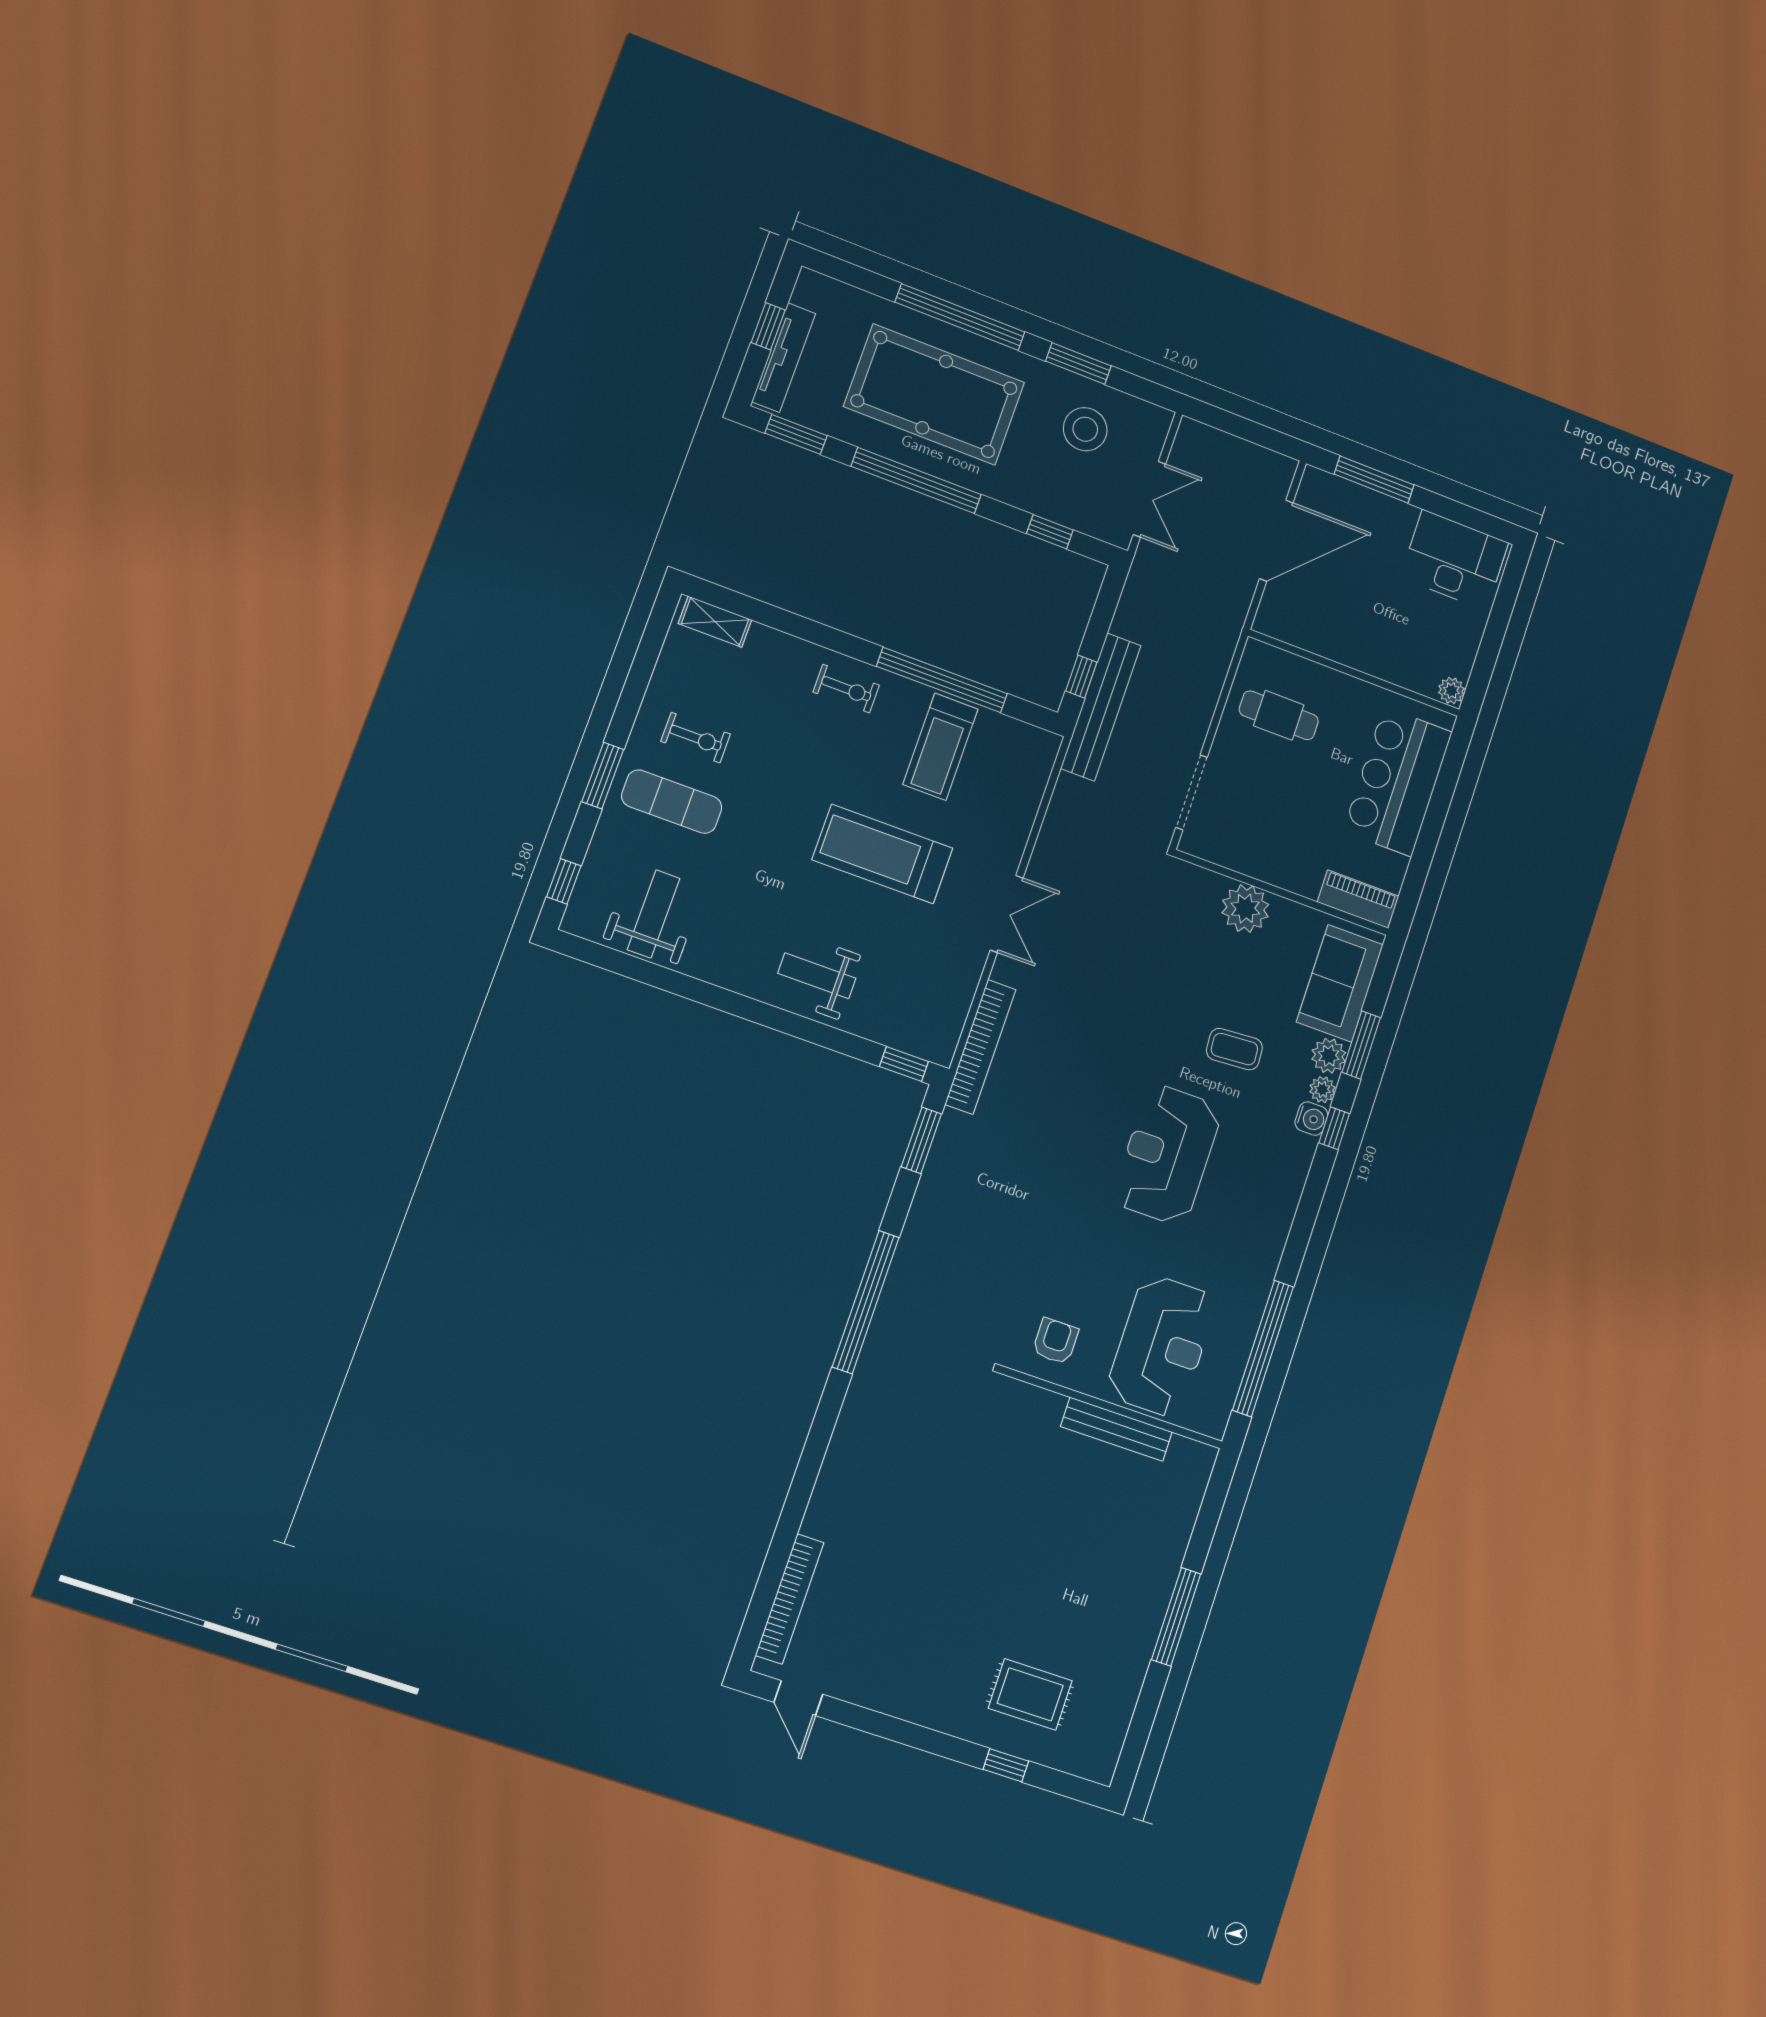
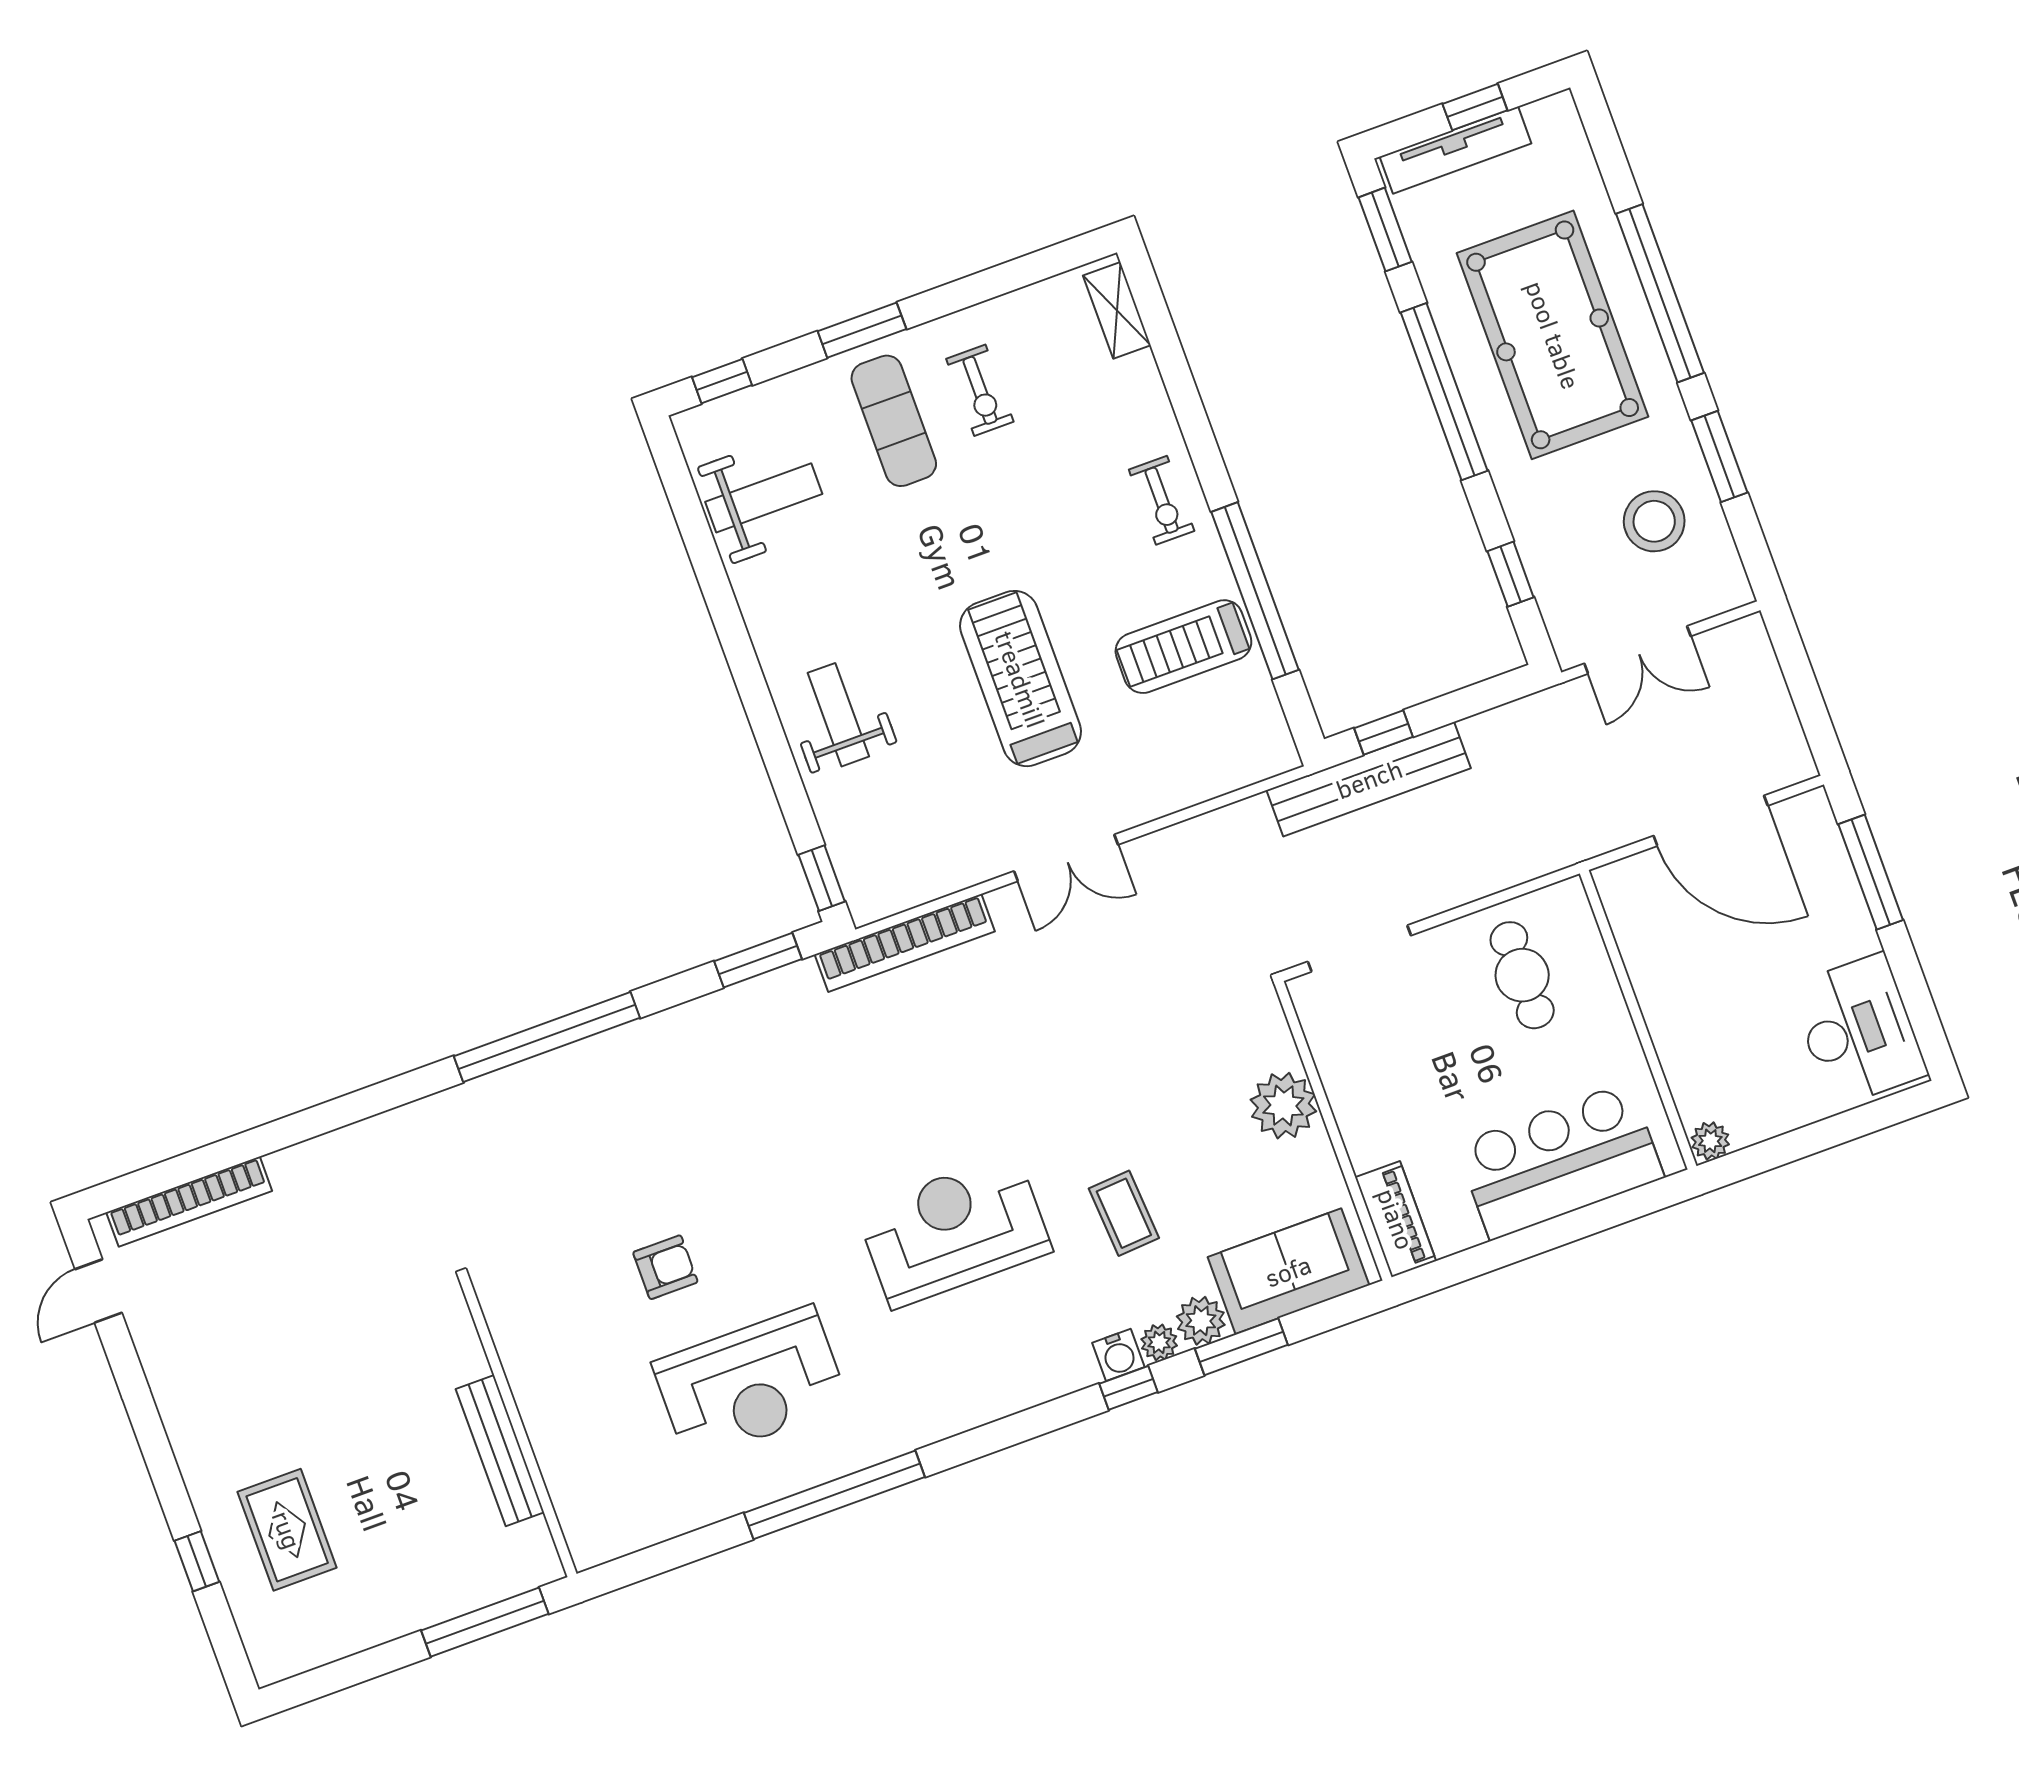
wall: (1112, 1407) -> (518, 1427), moved
bench: (1116, 1429) -> (500, 1451), moved

